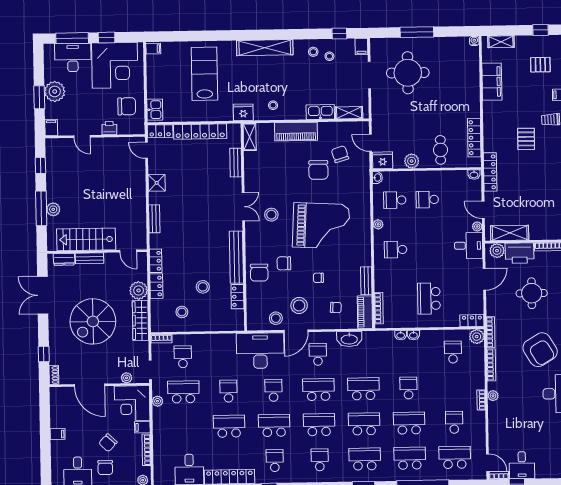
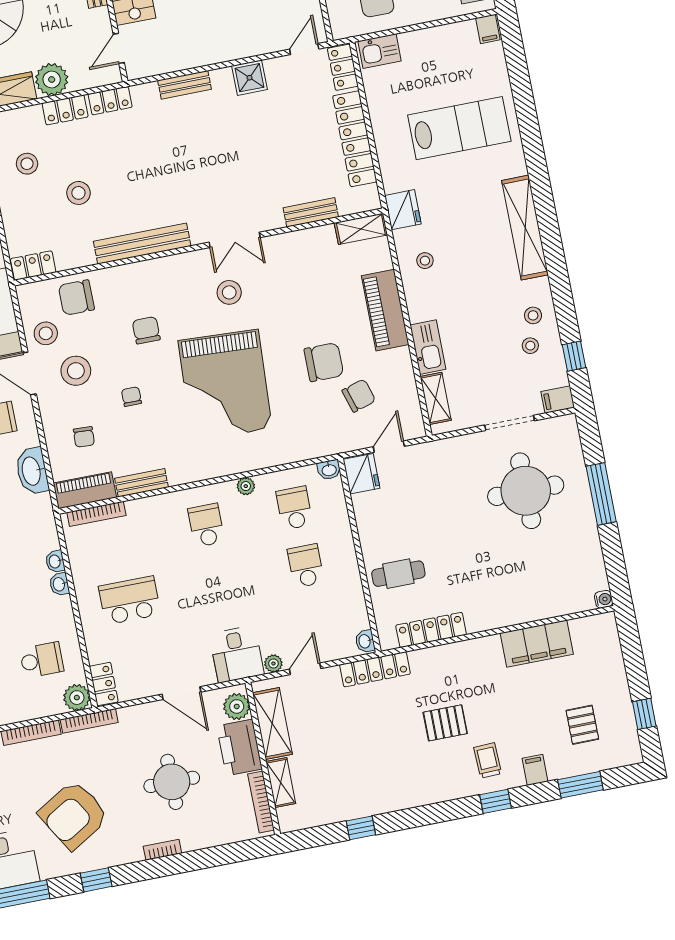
shelving: (501, 42) -> (281, 783), moved
plant: (412, 161) -> (370, 526), removed
chair: (318, 170) -> (324, 362), turned 180
chair: (259, 273) -> (76, 298), moved
locker: (237, 297) -> (33, 266), moved

